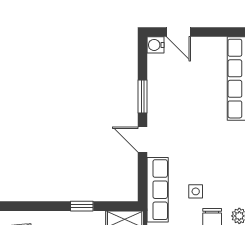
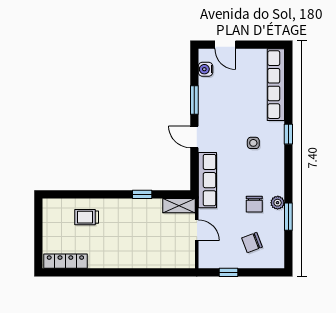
water cooler: (155, 45) -> (205, 69), moved
side table: (196, 191) -> (253, 143), moved

